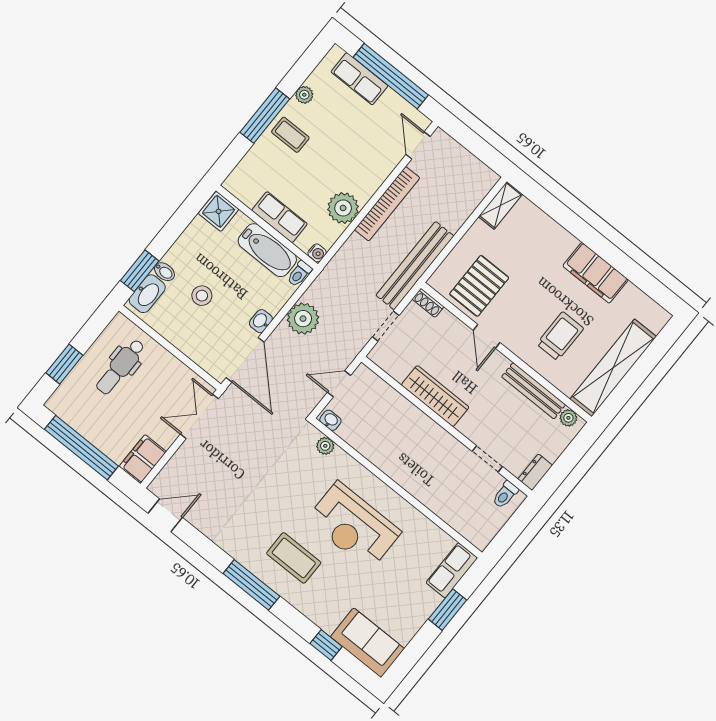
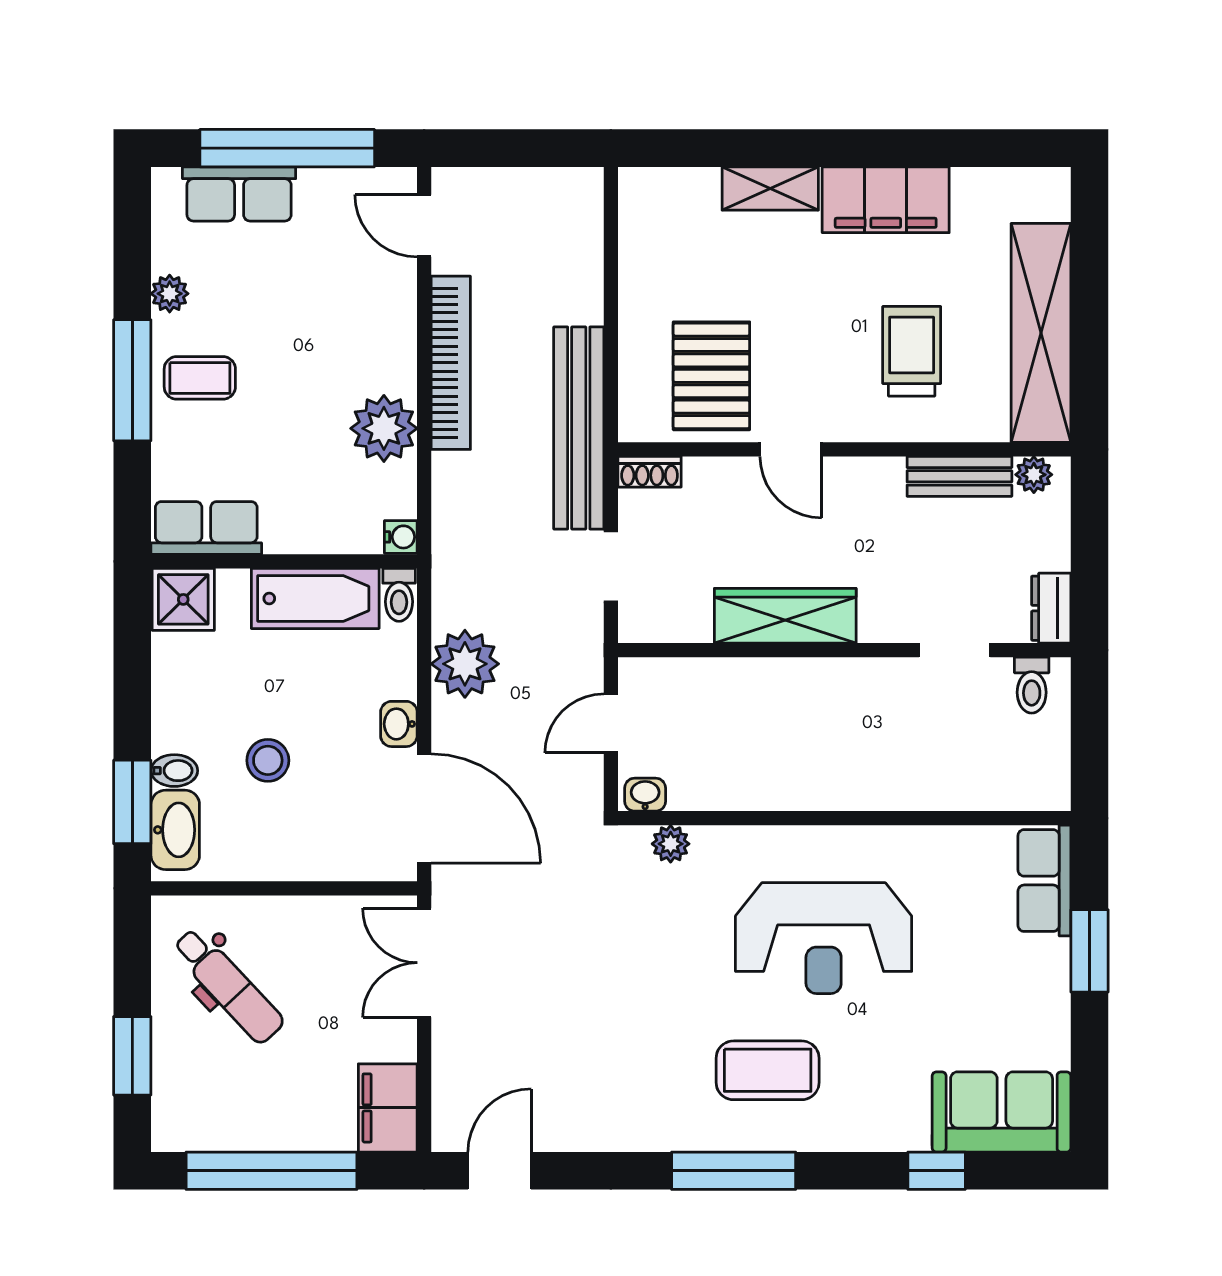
shelving: (500, 205) -> (770, 189), moved, turned 90
row of seats: (280, 217) -> (206, 528), moved
dental chair: (120, 367) -> (228, 986), turned -43
bench: (534, 391) -> (959, 476), width x0.73

